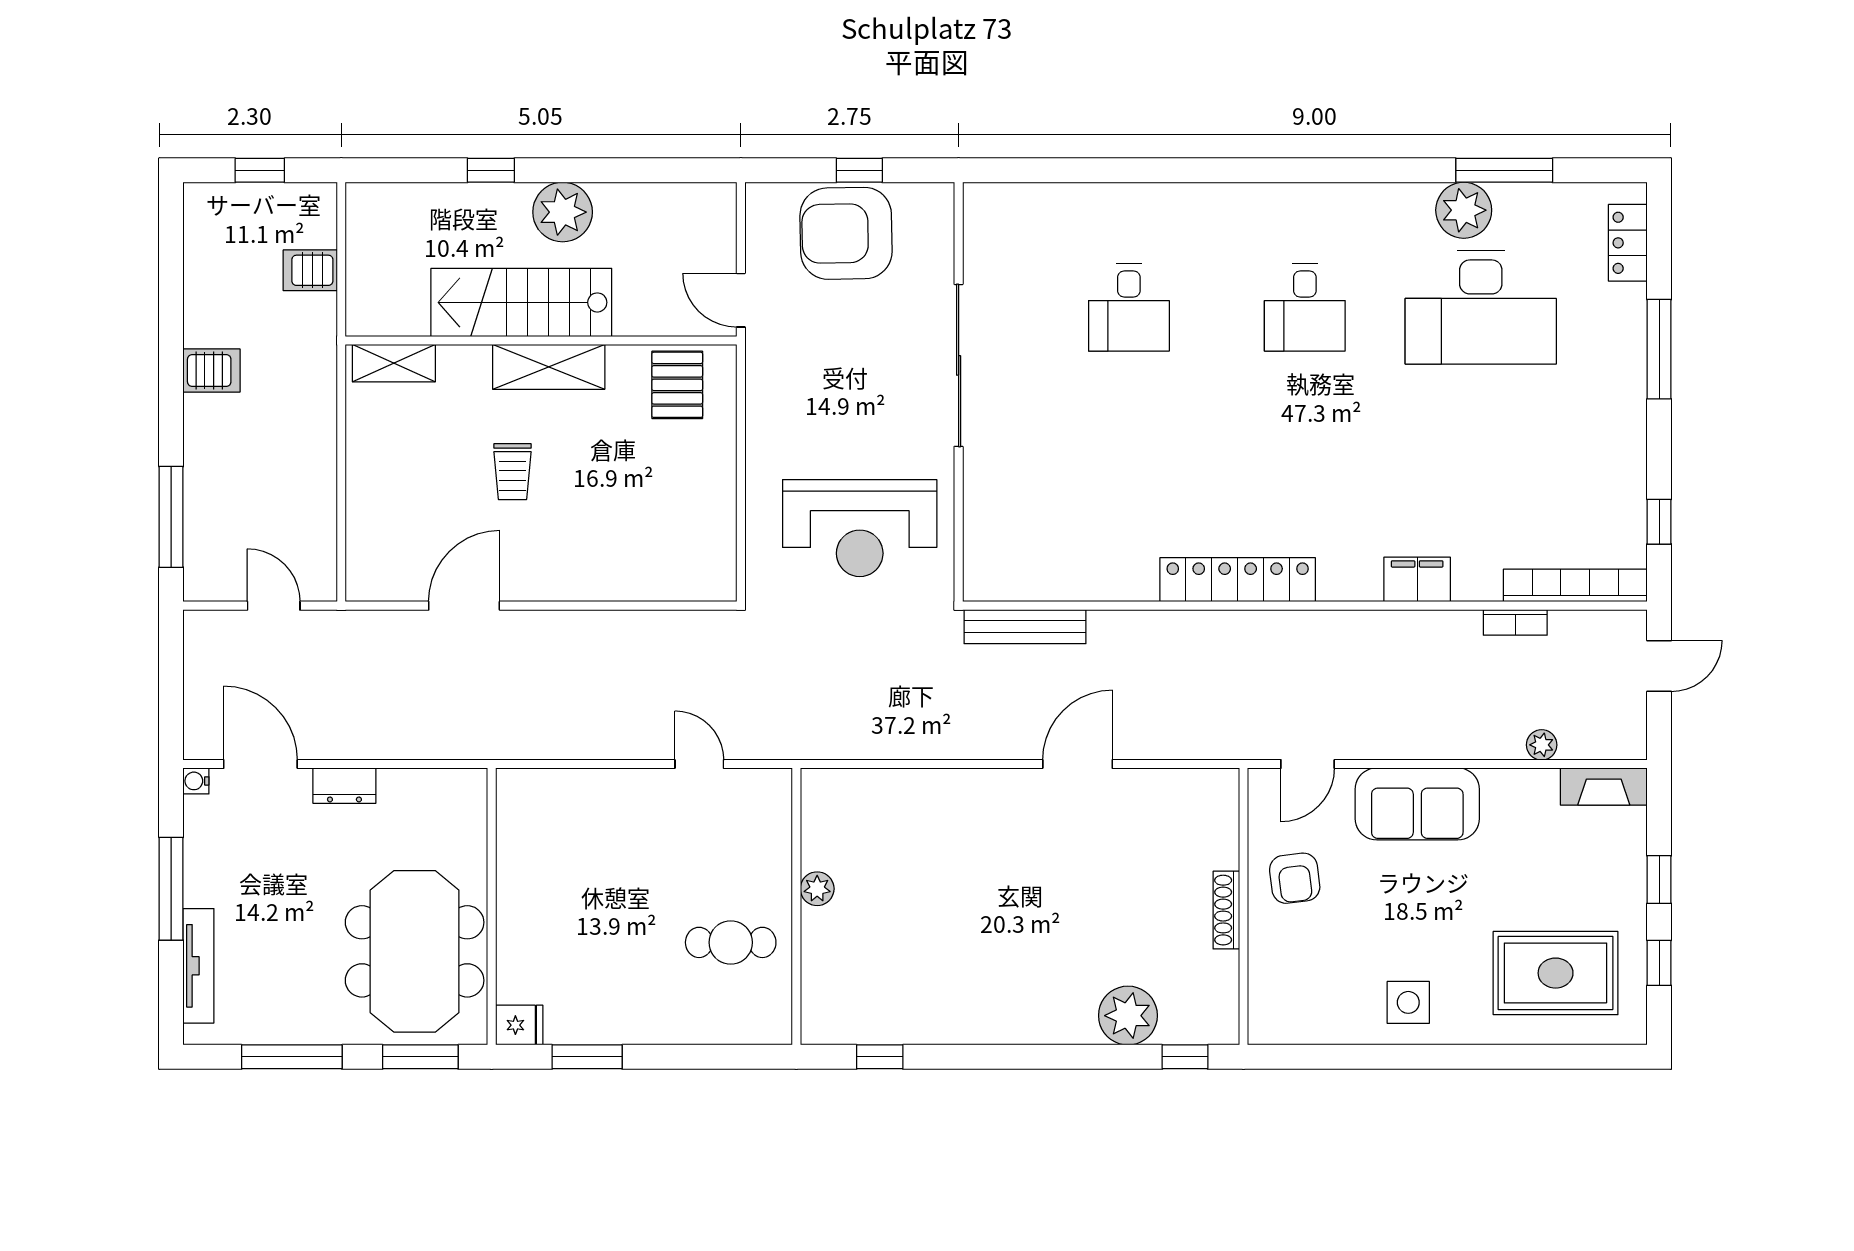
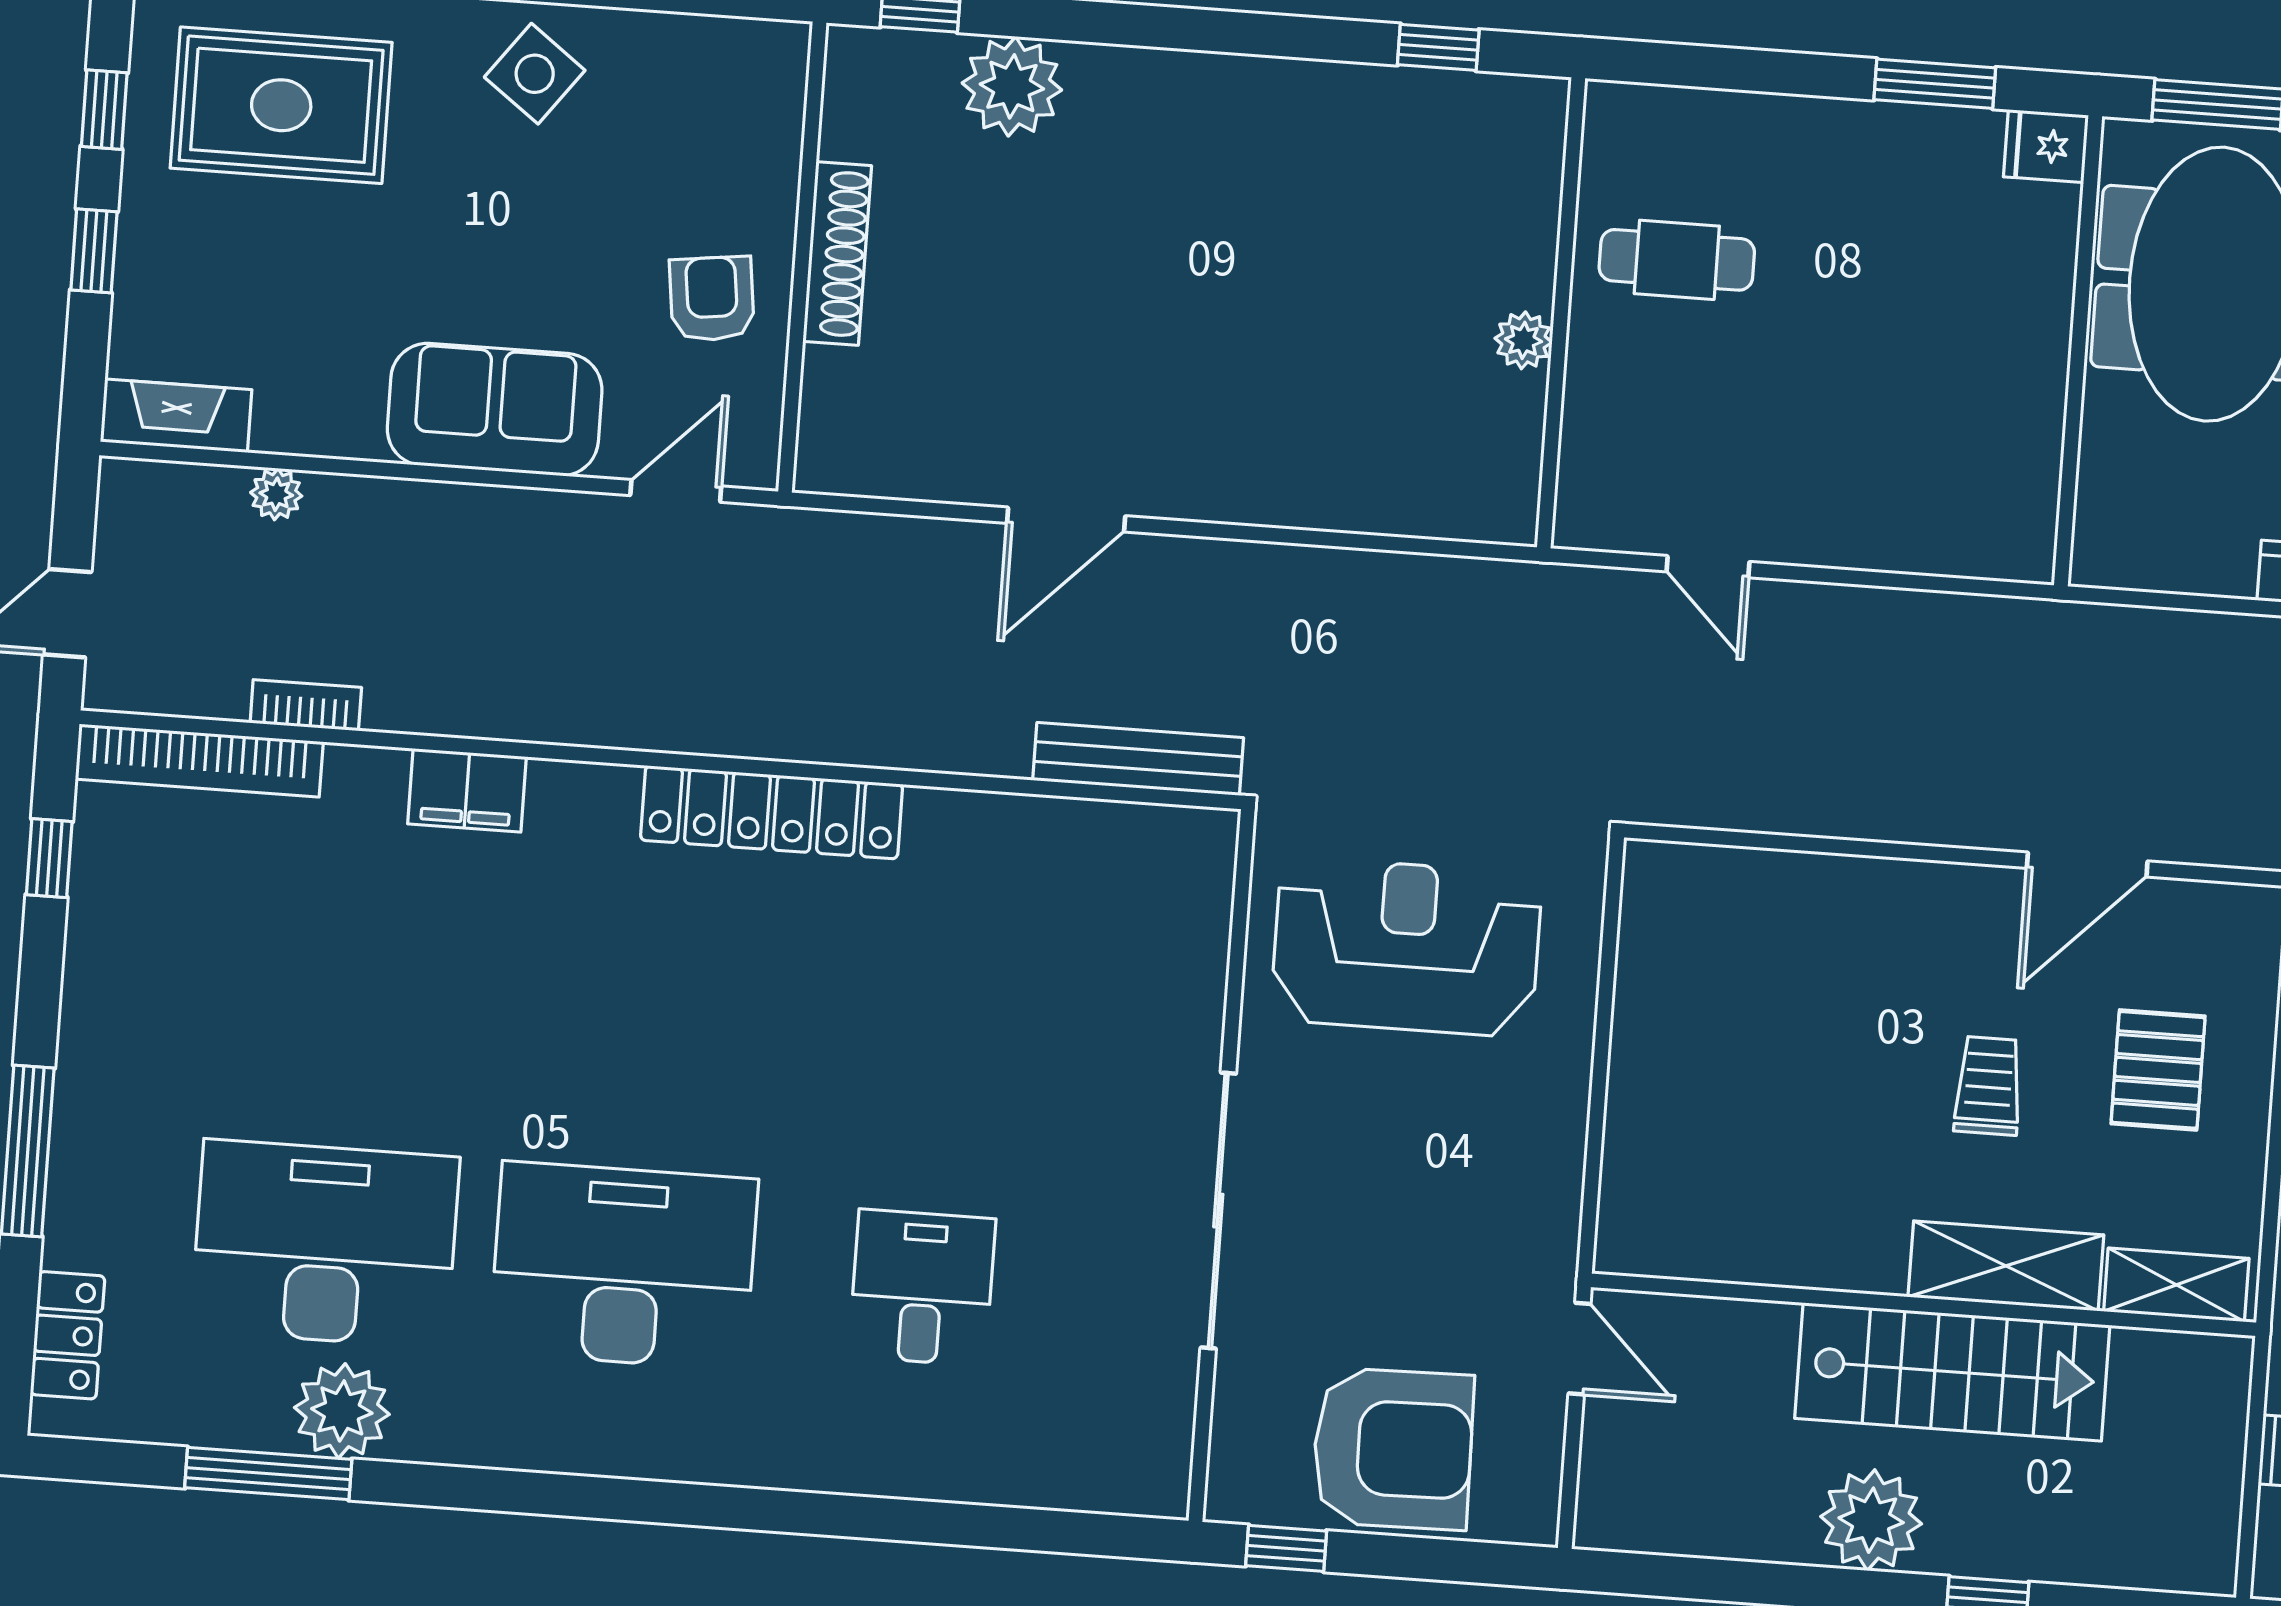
window: (859, 170) -> (1286, 1548), moved
desk: (1305, 307) -> (624, 1266), width x1.87, depth x1.30
shelving: (549, 367) -> (2006, 1266), moved
pallet: (677, 385) -> (2158, 1070), moved
shoe rack: (1226, 910) -> (837, 254), width x1.36, depth x1.24
side table: (1408, 1002) -> (535, 74), turned 37

